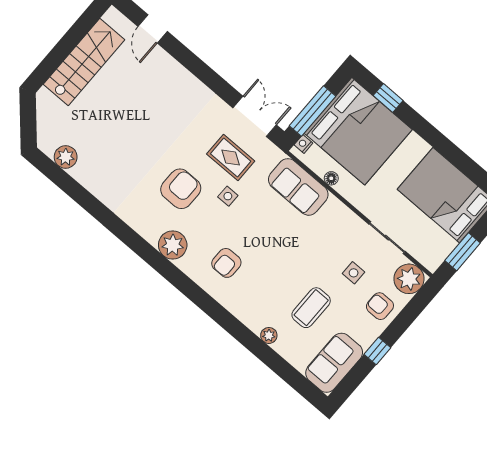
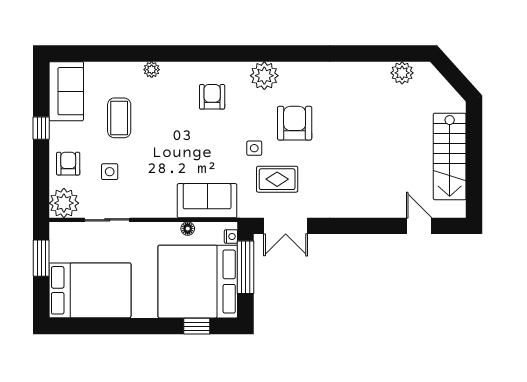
armchair: (181, 189) -> (295, 123), turned 180
armchair: (380, 306) -> (68, 164), turned -90
plant: (269, 335) -> (152, 70), moved

